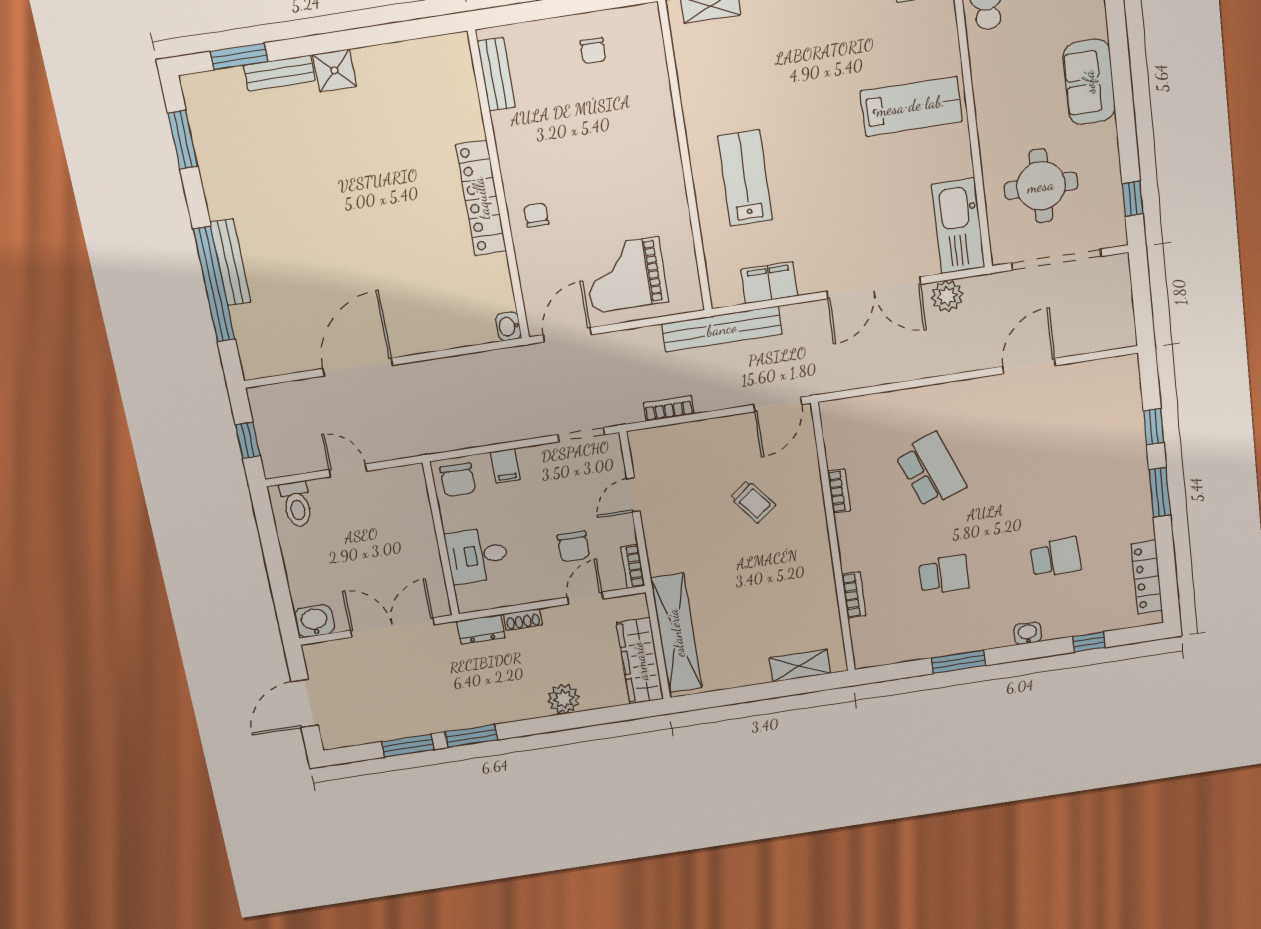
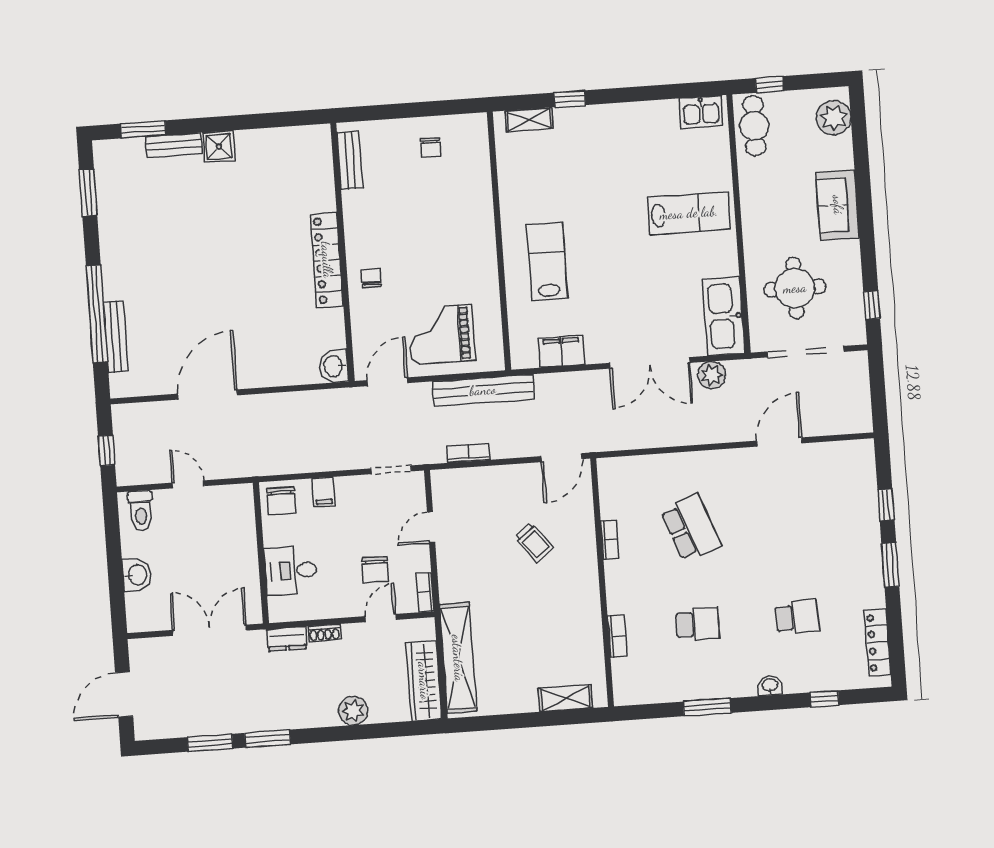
bench: (230, 262) -> (116, 337), moved
washbasin: (508, 326) -> (334, 366), width x1.38, depth x1.45
bench: (722, 329) -> (483, 390), moved
washbasin: (314, 621) -> (137, 575), moved, turned 90

